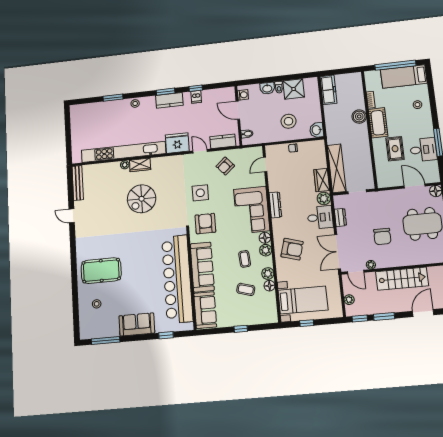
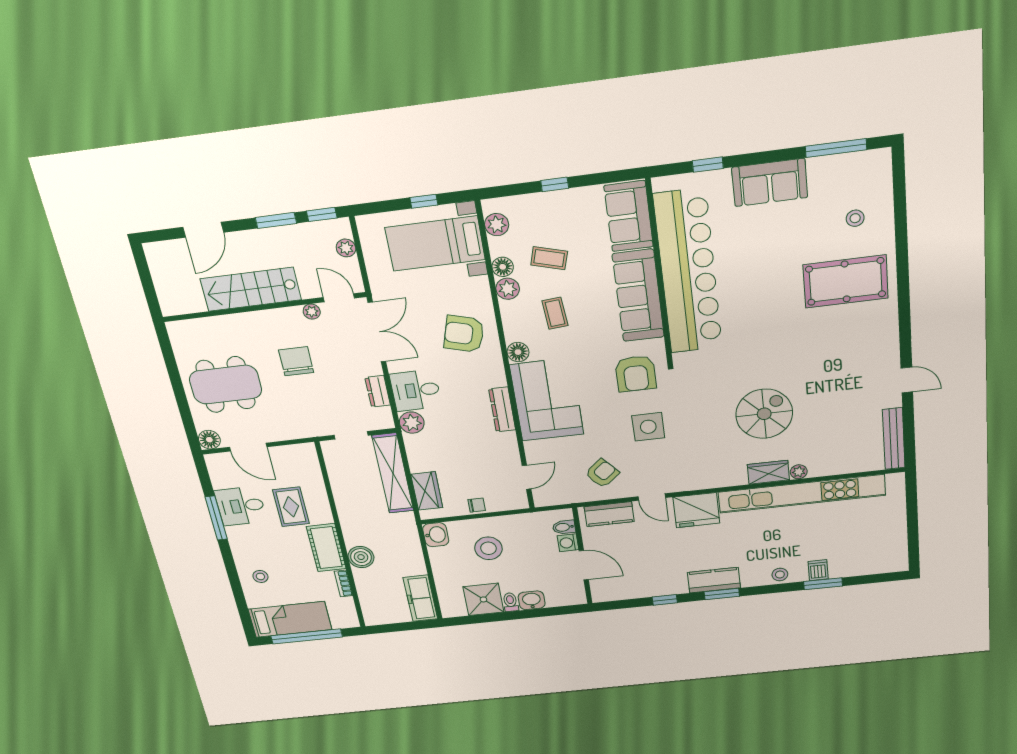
washing machine: (243, 95) -> (568, 543), moved
dishwasher: (196, 97) -> (818, 570), moved
wardrobe: (322, 180) -> (427, 491), moved
plant: (266, 250) -> (497, 225), moved

